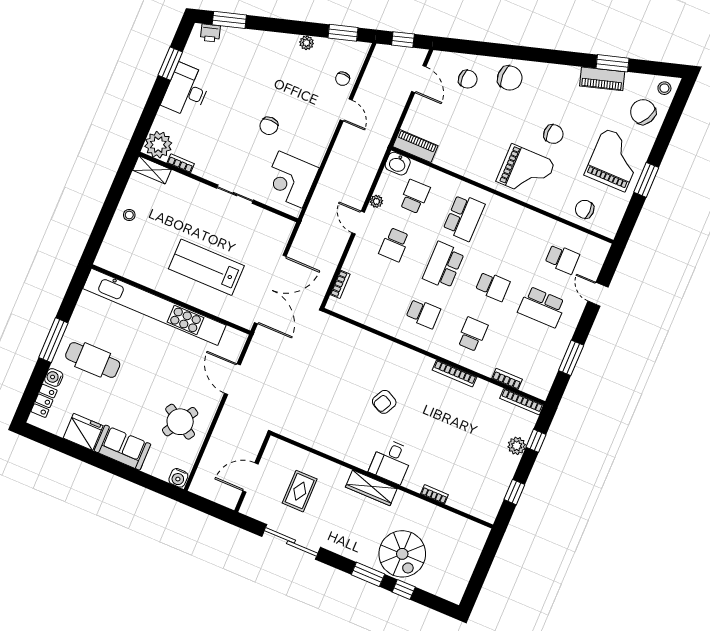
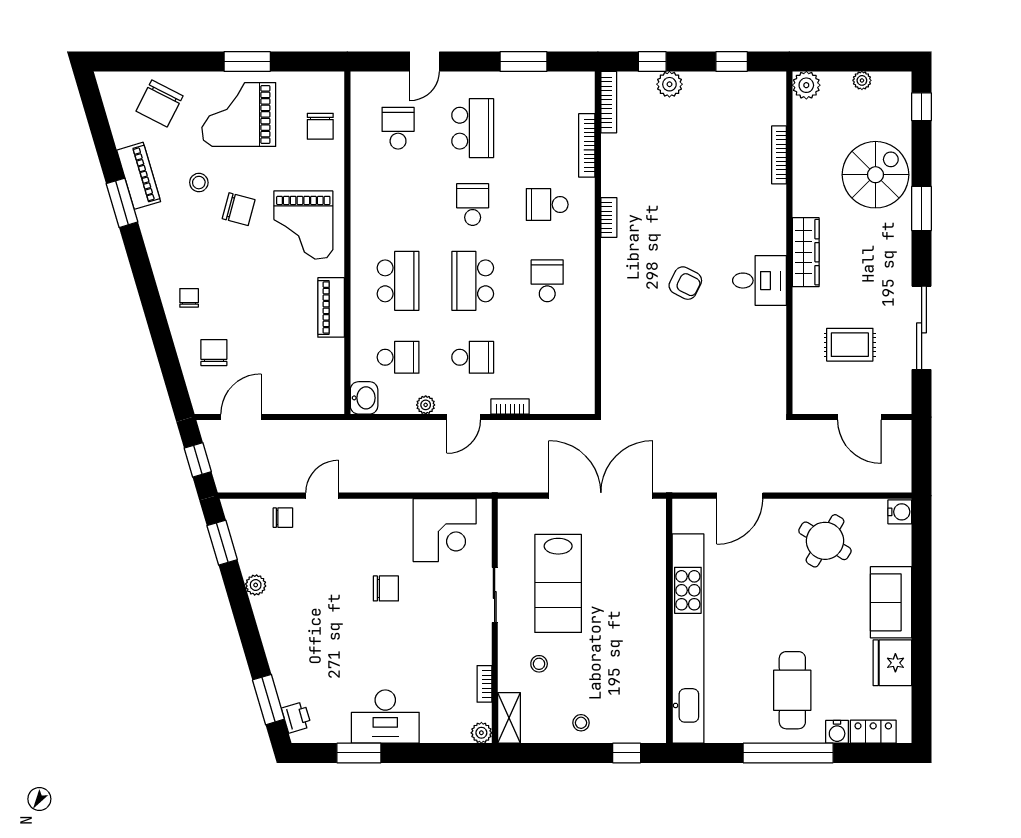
window: (612, 63) -> (122, 203), moved
chair: (510, 78) -> (189, 298), width x0.54, depth x0.54
stool: (664, 88) -> (199, 183), moved
chair: (553, 134) -> (239, 209), turned 105
plant: (158, 145) -> (481, 733), width x0.53, depth x0.53
piano: (415, 146) -> (331, 307), moved
grand piano: (526, 172) -> (303, 225), turned 180
school desk: (415, 197) -> (398, 357), turned 180
stool: (179, 204) -> (539, 664), added
school desk: (464, 217) -> (398, 281), turned 90
window: (97, 236) -> (627, 753), added
school desk: (443, 265) -> (473, 281), turned 90
lab bench: (206, 267) -> (558, 583), moved
bookcase: (340, 284) -> (510, 406), moved
window: (53, 340) -> (788, 753), width x1.46
bookcase: (454, 373) -> (609, 217), width x0.64
bookcase: (507, 379) -> (587, 145), width x1.56
desk: (391, 461) -> (760, 281), moved
bookcase: (434, 494) -> (779, 155), width x1.56
plant: (479, 534) -> (806, 85), added
plant: (467, 571) -> (862, 80), added
window: (404, 589) -> (922, 107), moved

